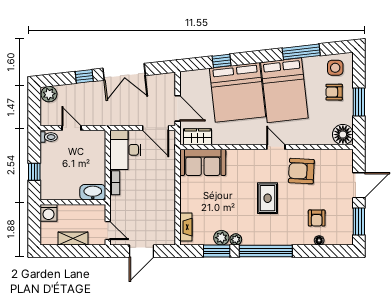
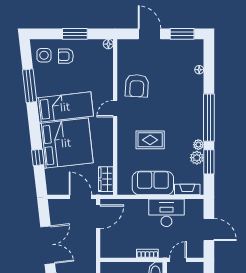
bed: (284, 90) -> (65, 107), width x0.67
armchair: (334, 92) -> (66, 56), turned 90
door: (178, 108) -> (80, 197), hinge flipped
floor lamp: (343, 135) -> (108, 44), width x0.53, depth x0.53
desk: (125, 150) -> (166, 213), moved, turned 180
sofa: (203, 162) -> (153, 183), moved, turned -90
rug: (268, 198) -> (150, 140), moved
armchair: (317, 218) -> (179, 72), removed
door: (108, 230) -> (178, 260), moved

